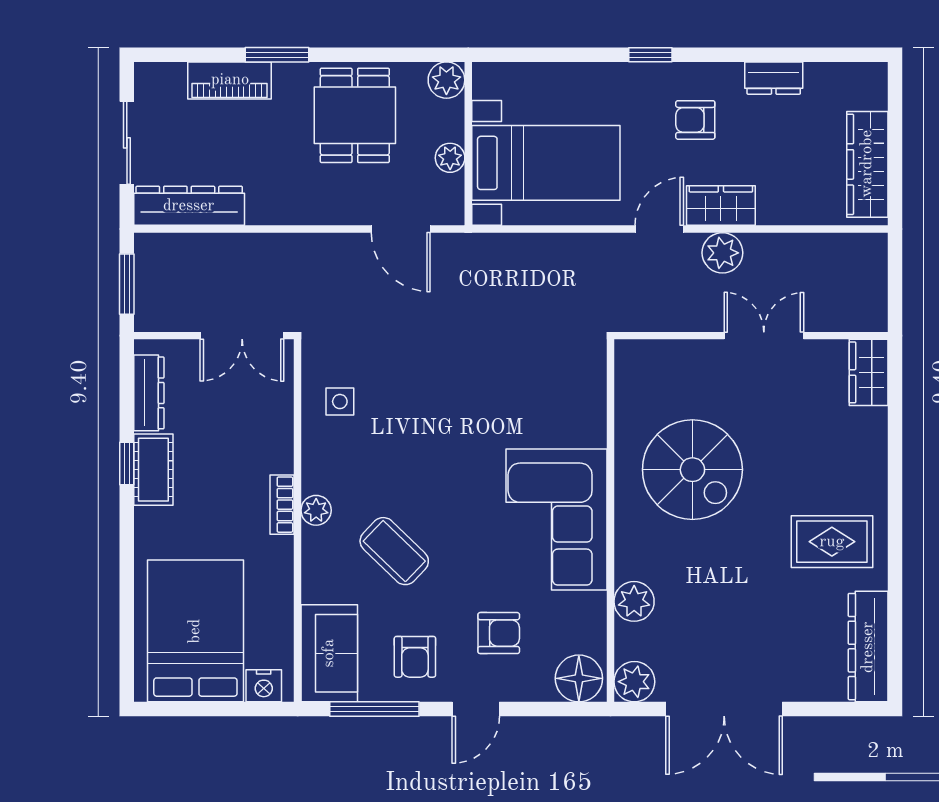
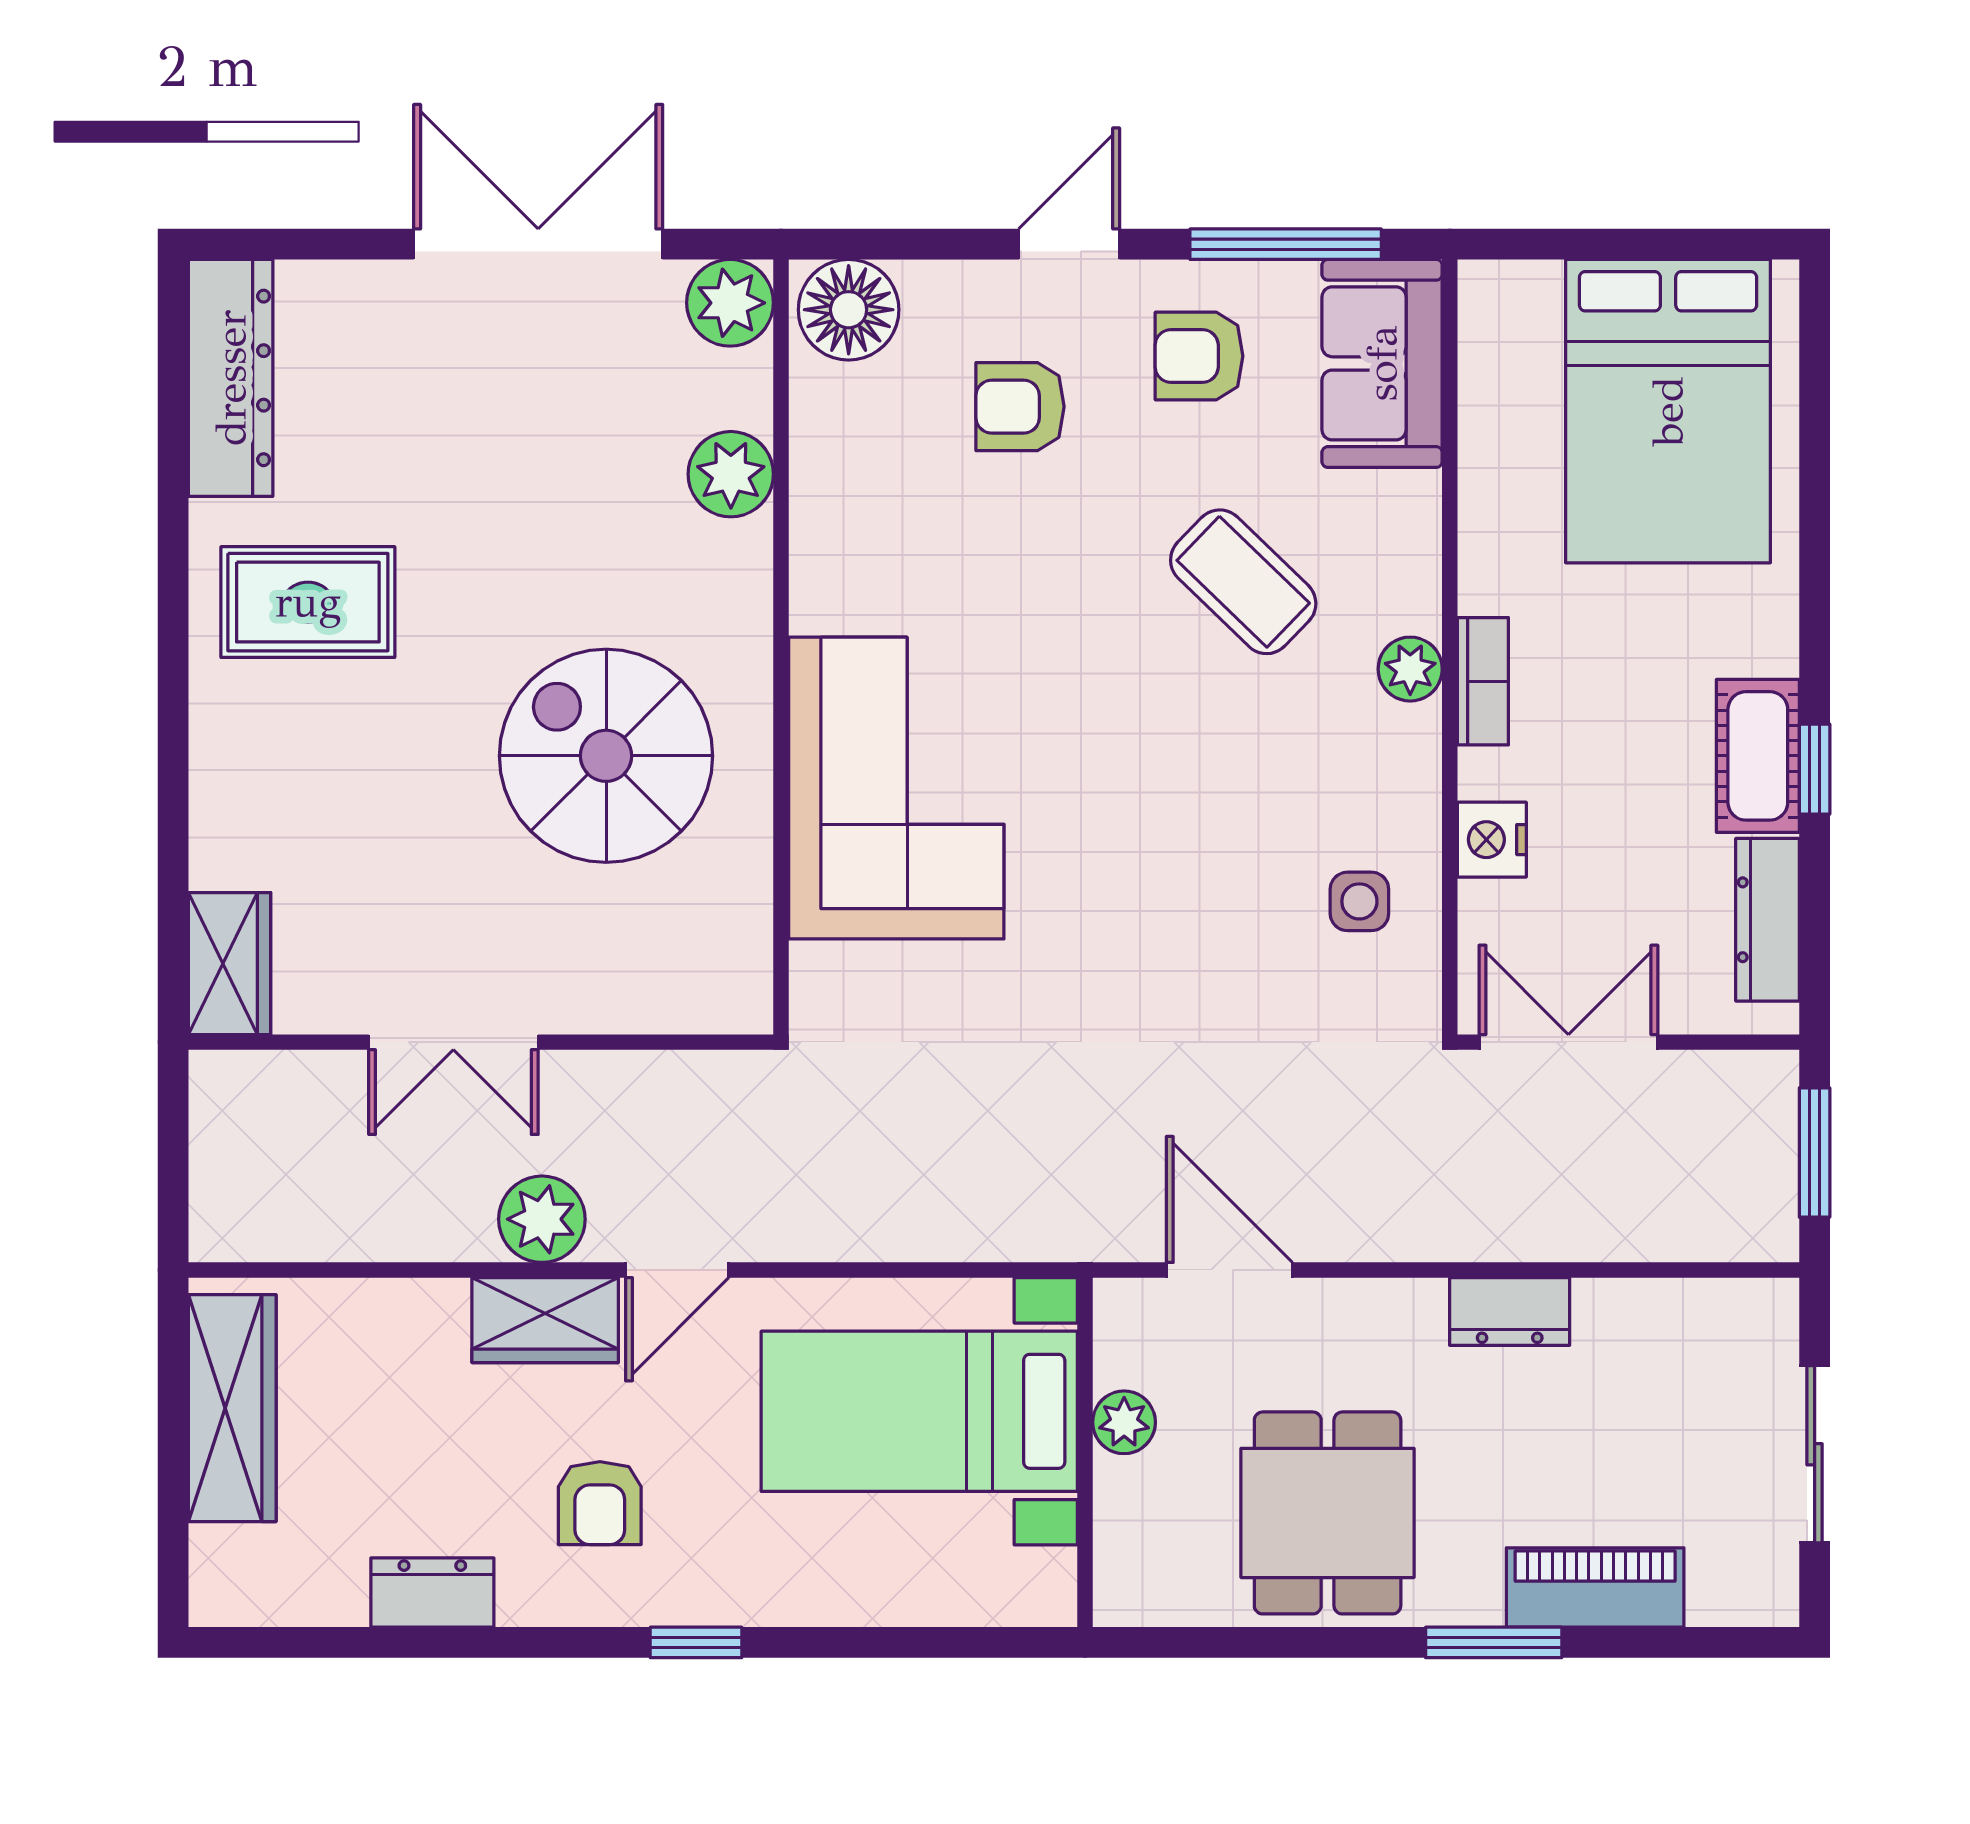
plant: (446, 80) -> (1132, 1588), removed
armchair: (695, 120) -> (600, 1503), turned 90
dresser: (189, 206) -> (1510, 1311), moved, width x0.51, depth x0.80
corner sofa: (557, 519) -> (896, 788), moved
armchair: (415, 657) -> (1199, 356), turned -90
nightstand: (264, 686) -> (1492, 840), moved, turned -90

